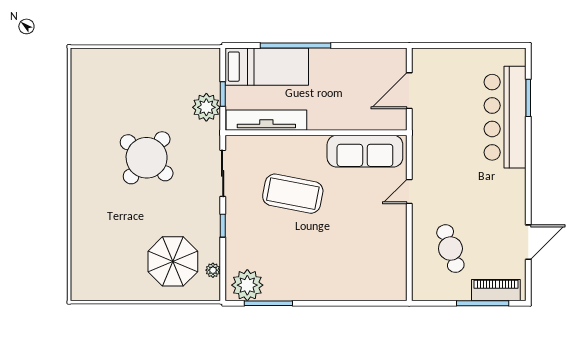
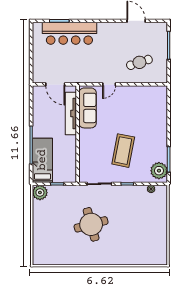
plant: (206, 107) -> (40, 193), moved
tv unit: (266, 120) -> (71, 114), moved
round table: (147, 158) -> (91, 224), turned 35
door: (409, 191) -> (109, 84), hinge flipped
coffee table: (293, 194) -> (123, 151), moved
parasol: (173, 261) -> (146, 210), removed
piano: (496, 290) -> (162, 38), removed

